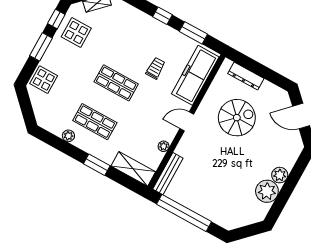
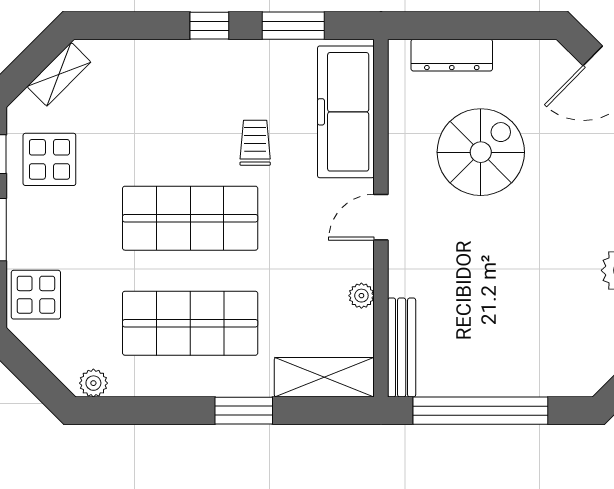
shop shelf: (116, 83) -> (190, 218), width x1.43, depth x1.36
shop shelf: (95, 122) -> (190, 323), width x1.43, depth x1.36
plant: (68, 136) -> (93, 383), moved

